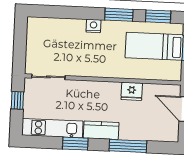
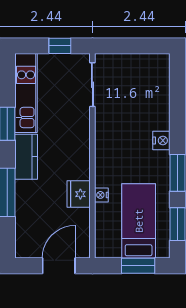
nightstand: (133, 74) -> (101, 195), added

